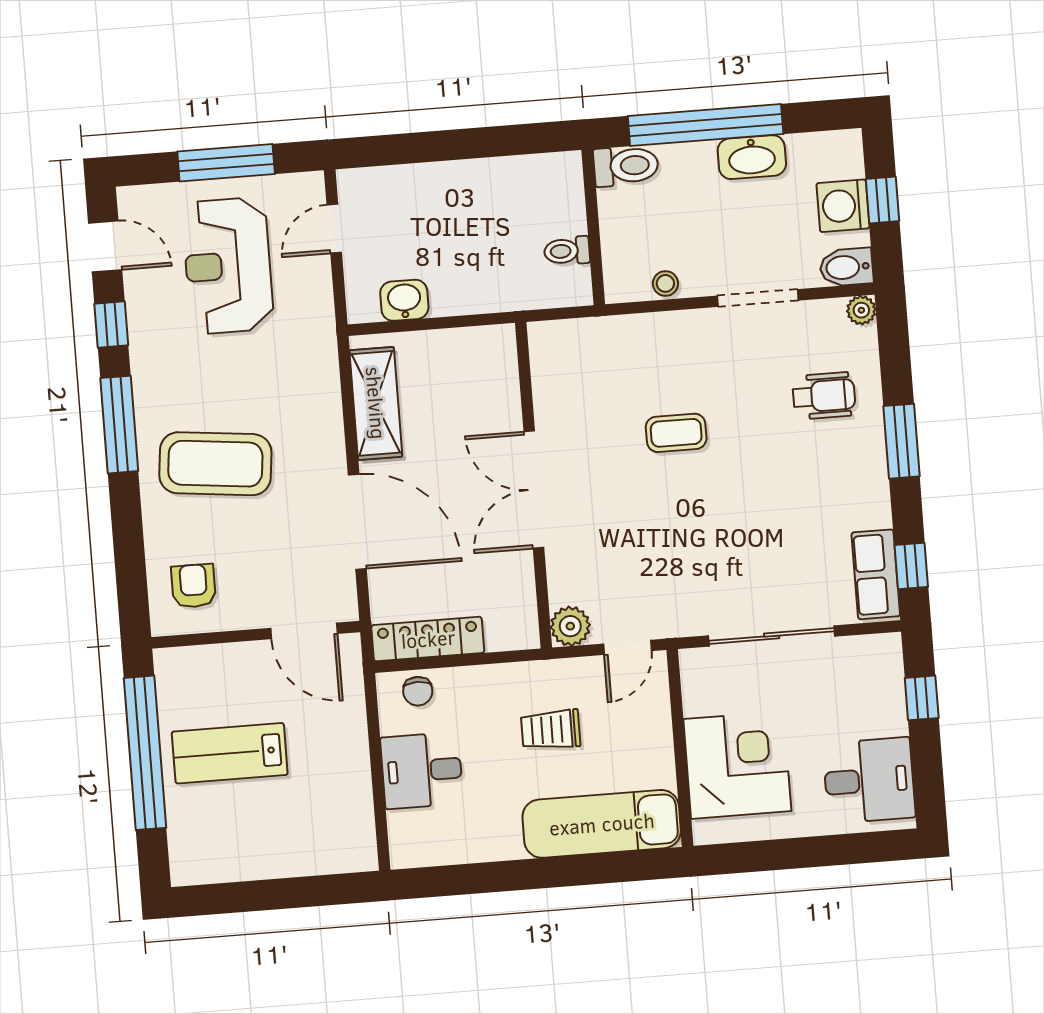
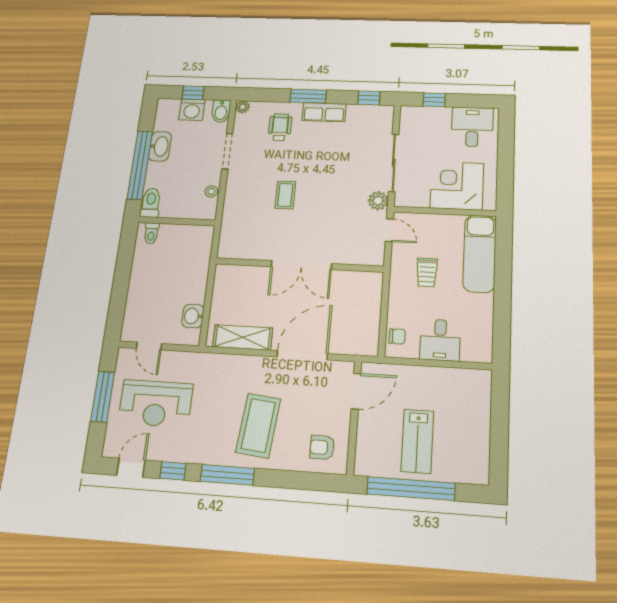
toilet: (567, 251) -> (151, 233), moved
row of seats: (876, 574) -> (324, 112), moved
plant: (570, 626) -> (378, 201), moved
locker: (428, 639) -> (370, 328), removed

